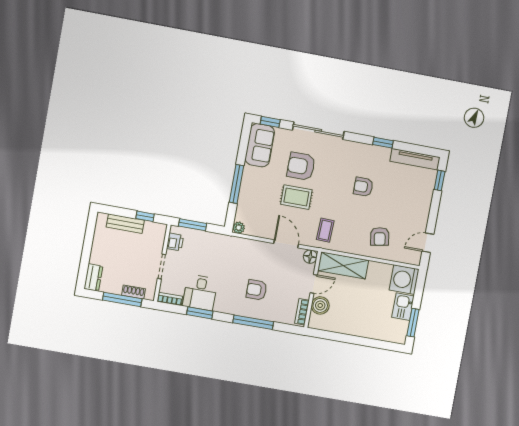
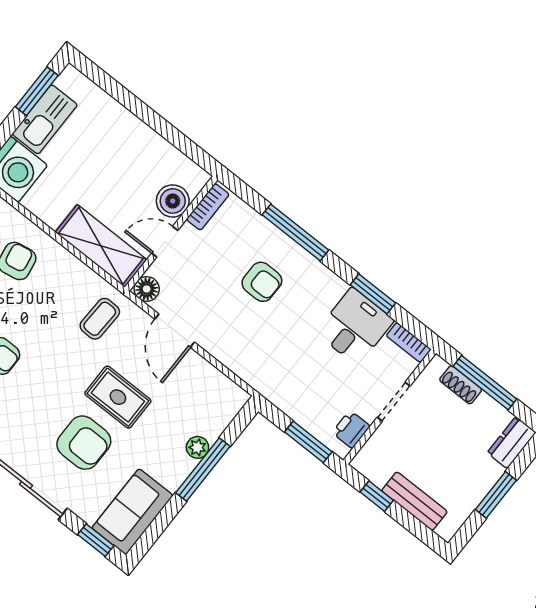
plant: (239, 228) -> (197, 447), moved
window: (87, 248) -> (496, 495), added
kitchen sink: (403, 307) -> (45, 119), width x1.38

